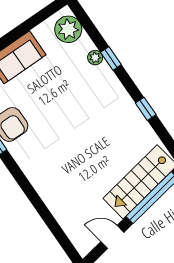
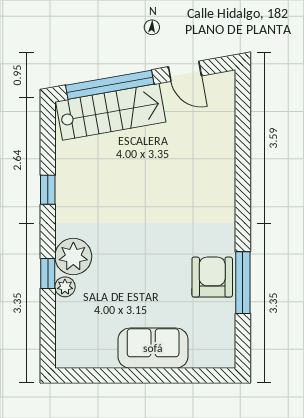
plant: (68, 29) -> (73, 257), moved

